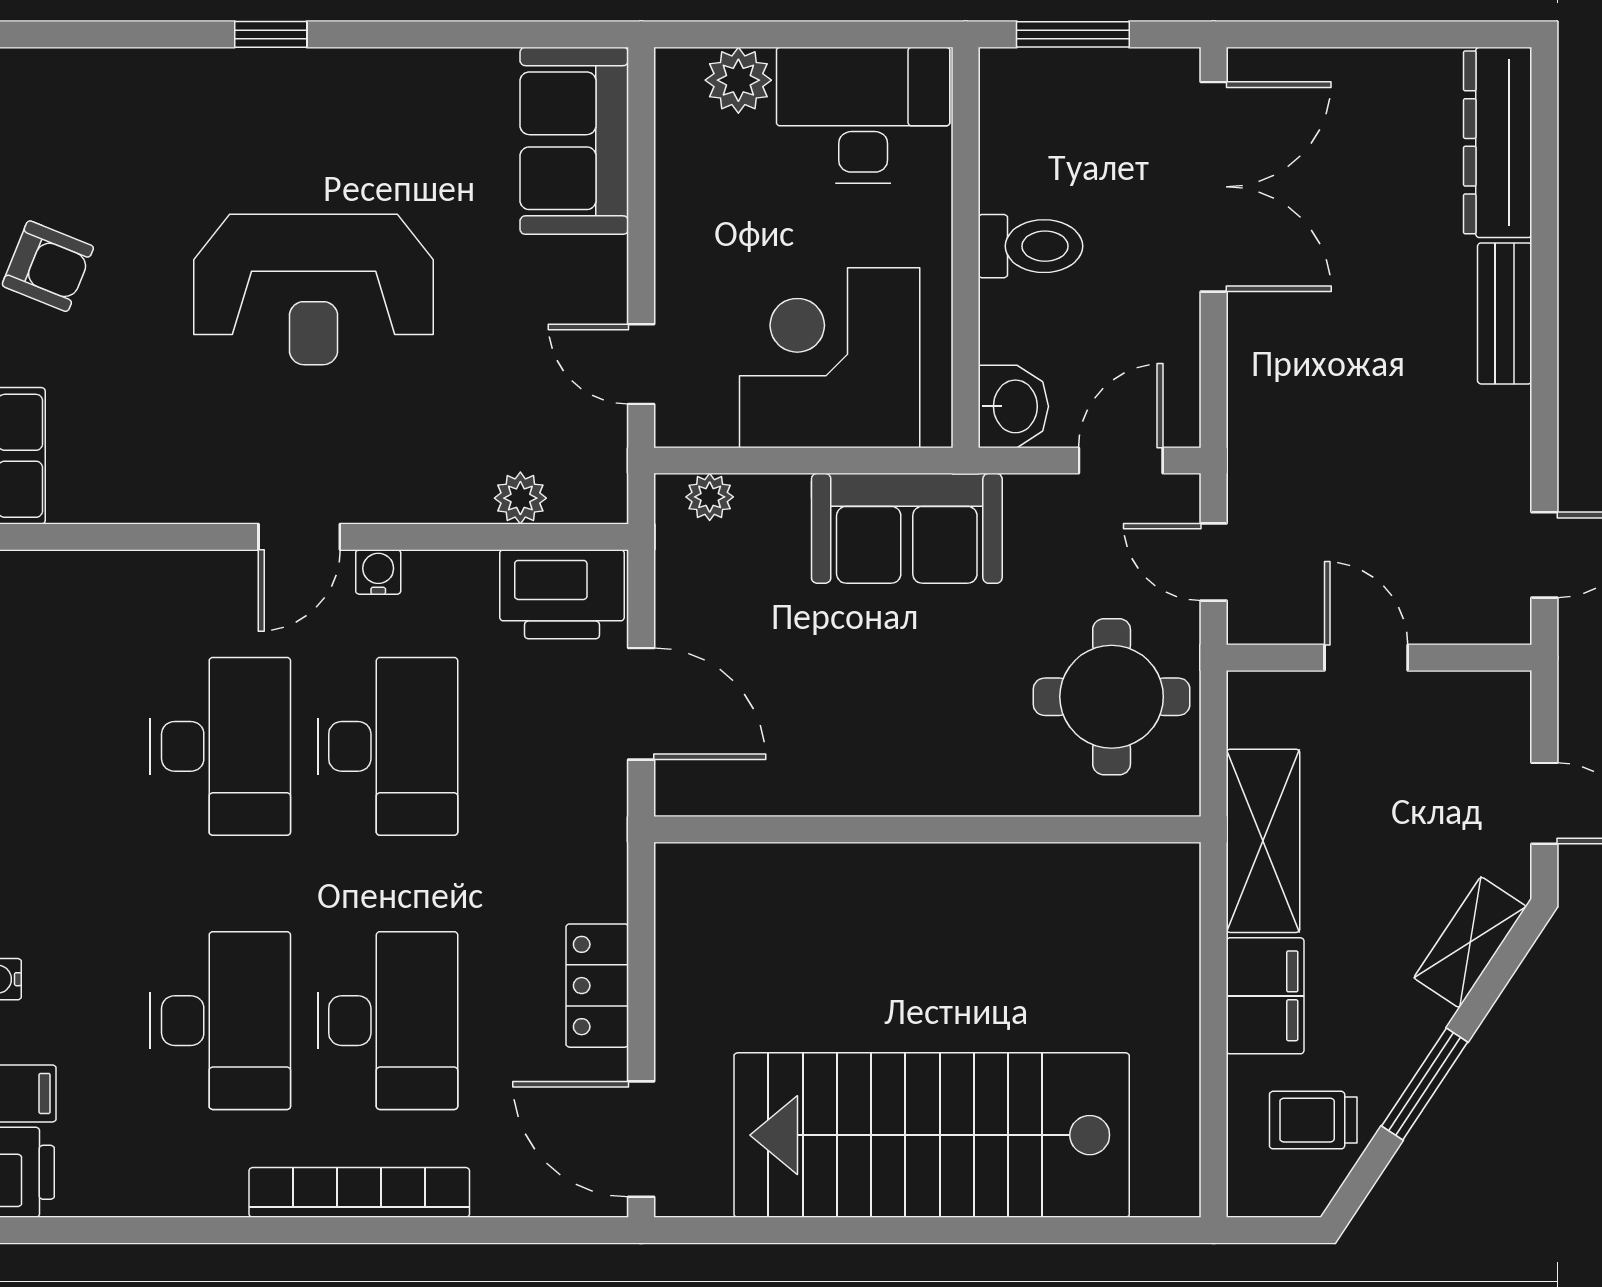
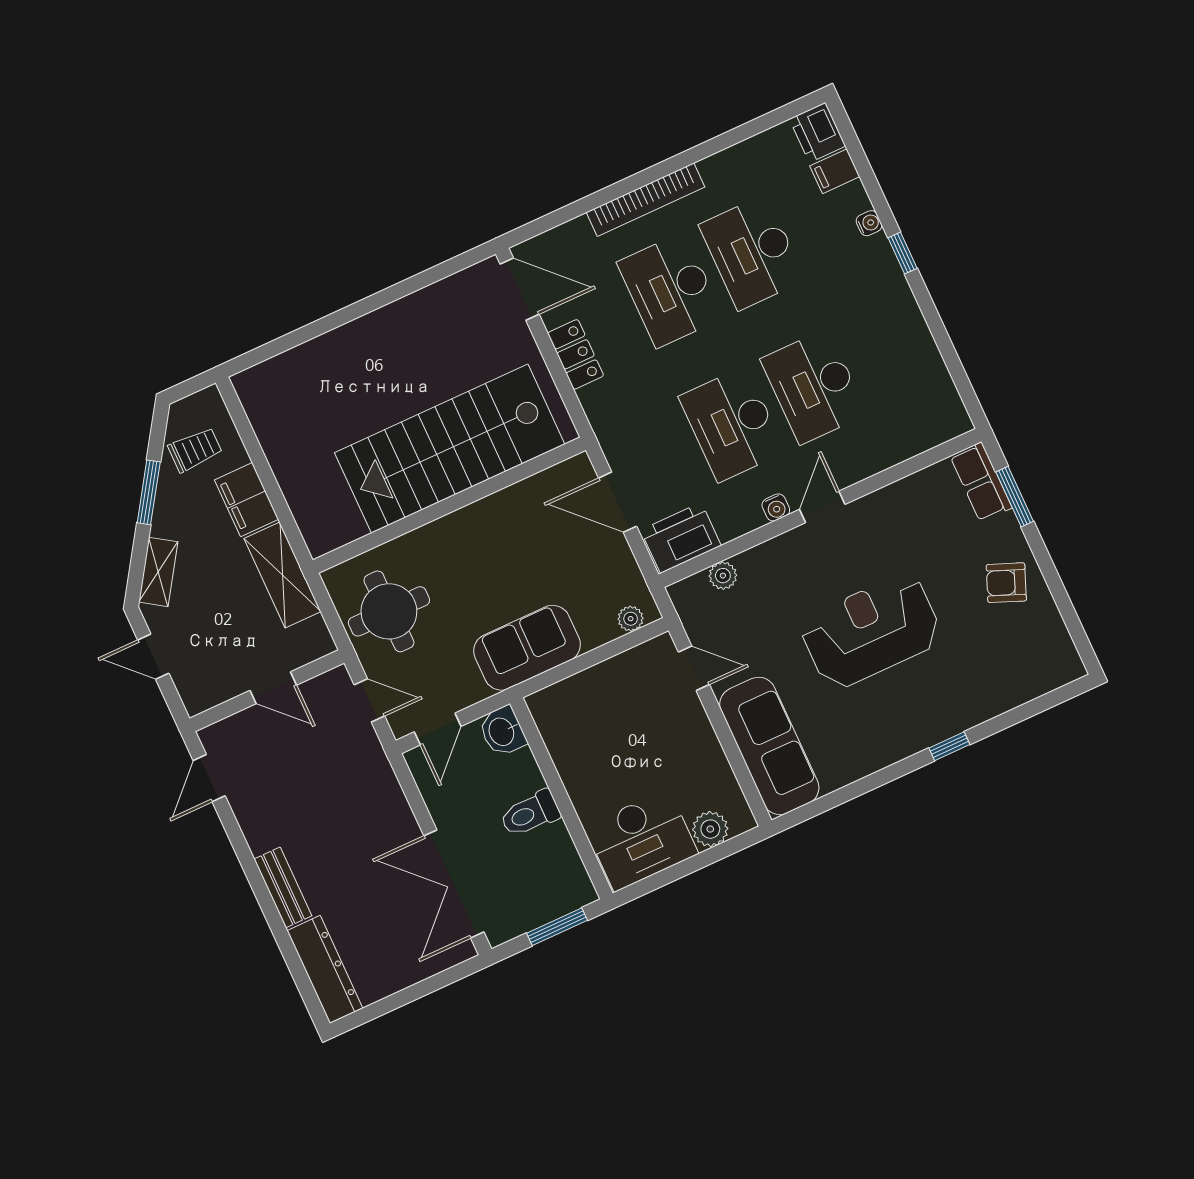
sofa: (574, 141) -> (769, 746), width x1.36
corner desk: (830, 358) -> (603, 714), removed
stairs: (932, 1135) -> (450, 449), moved, turned 180

